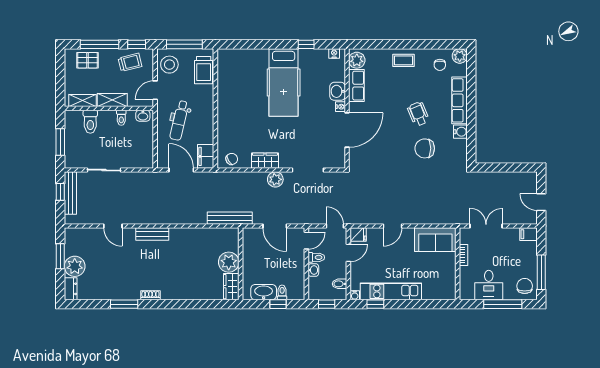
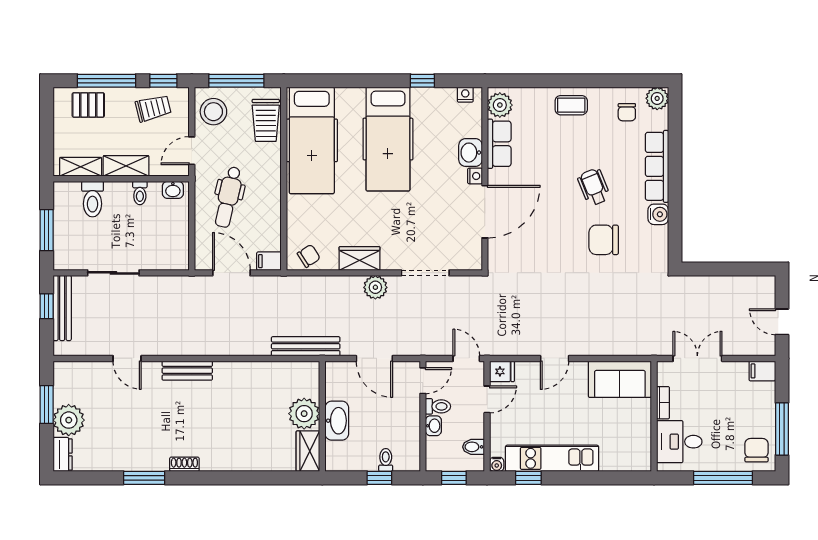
hospital bed: (234, 83) -> (312, 140), added
filing cabinet: (206, 156) -> (269, 261), width x0.50
desk: (489, 285) -> (679, 442), moved, turned 90
washbasin: (264, 292) -> (337, 421), moved, turned 90

